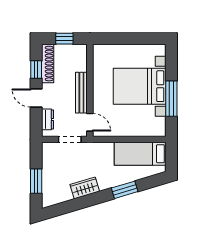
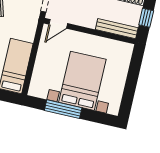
bench: (81, 93) -> (117, 29), moved

